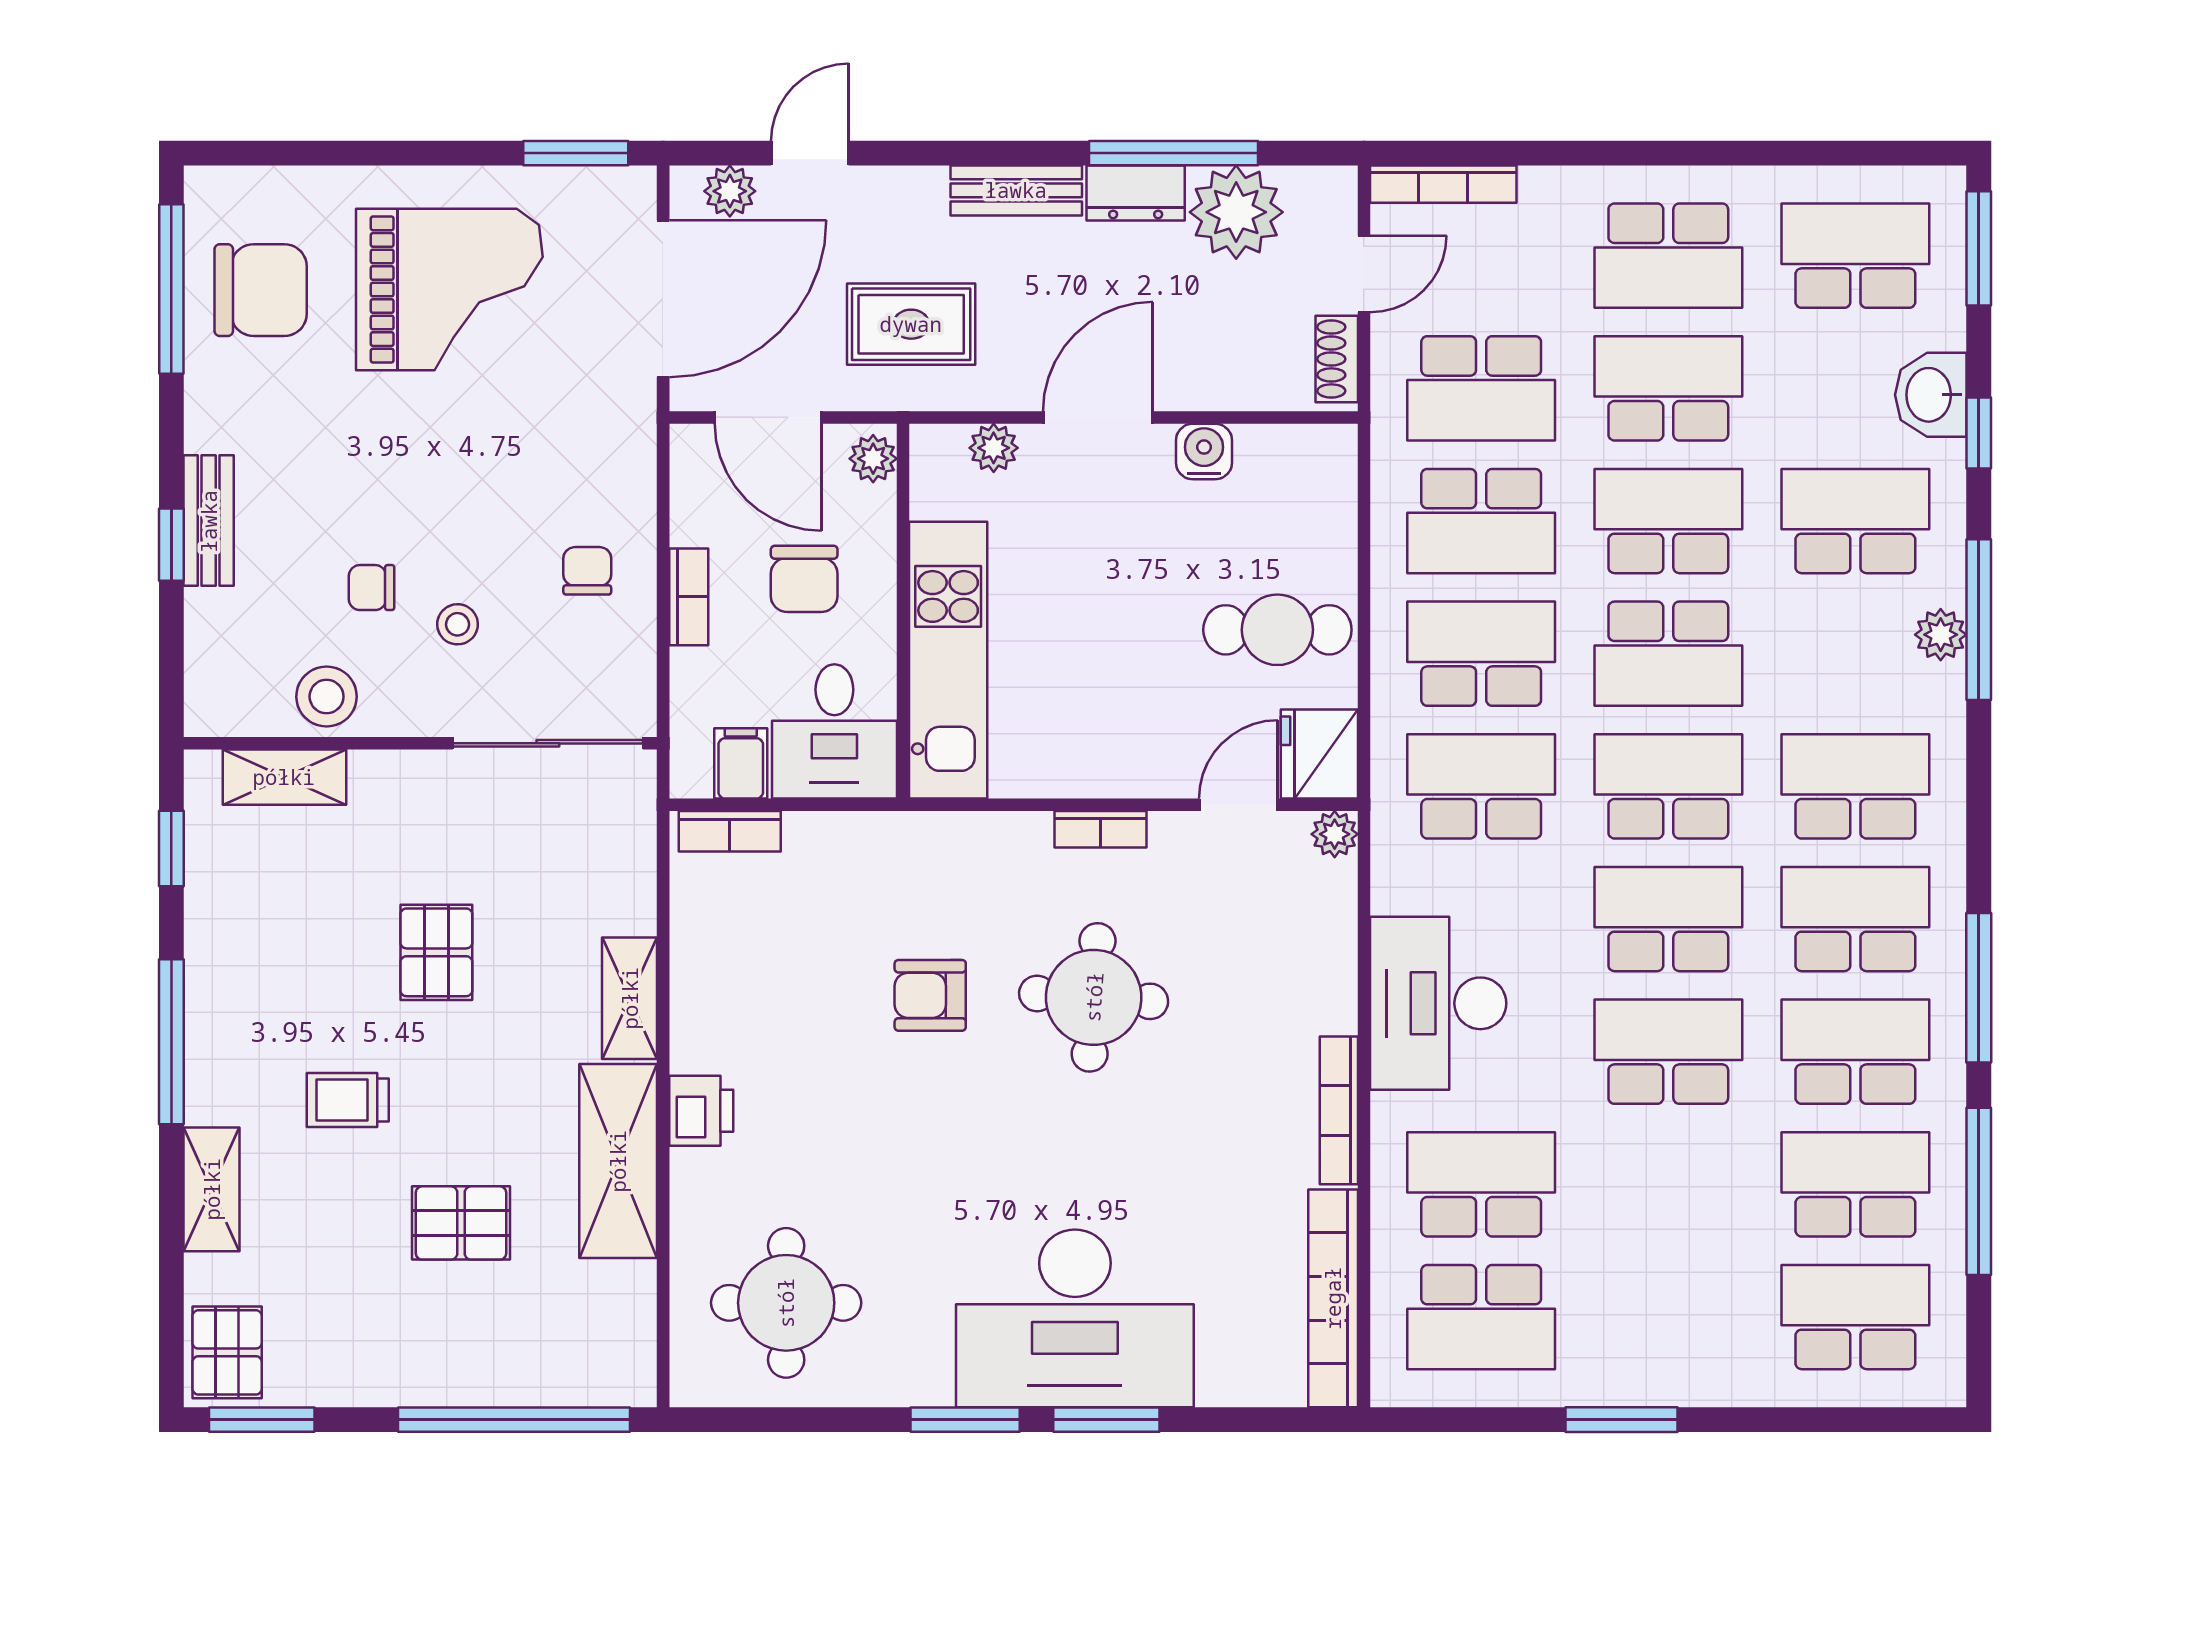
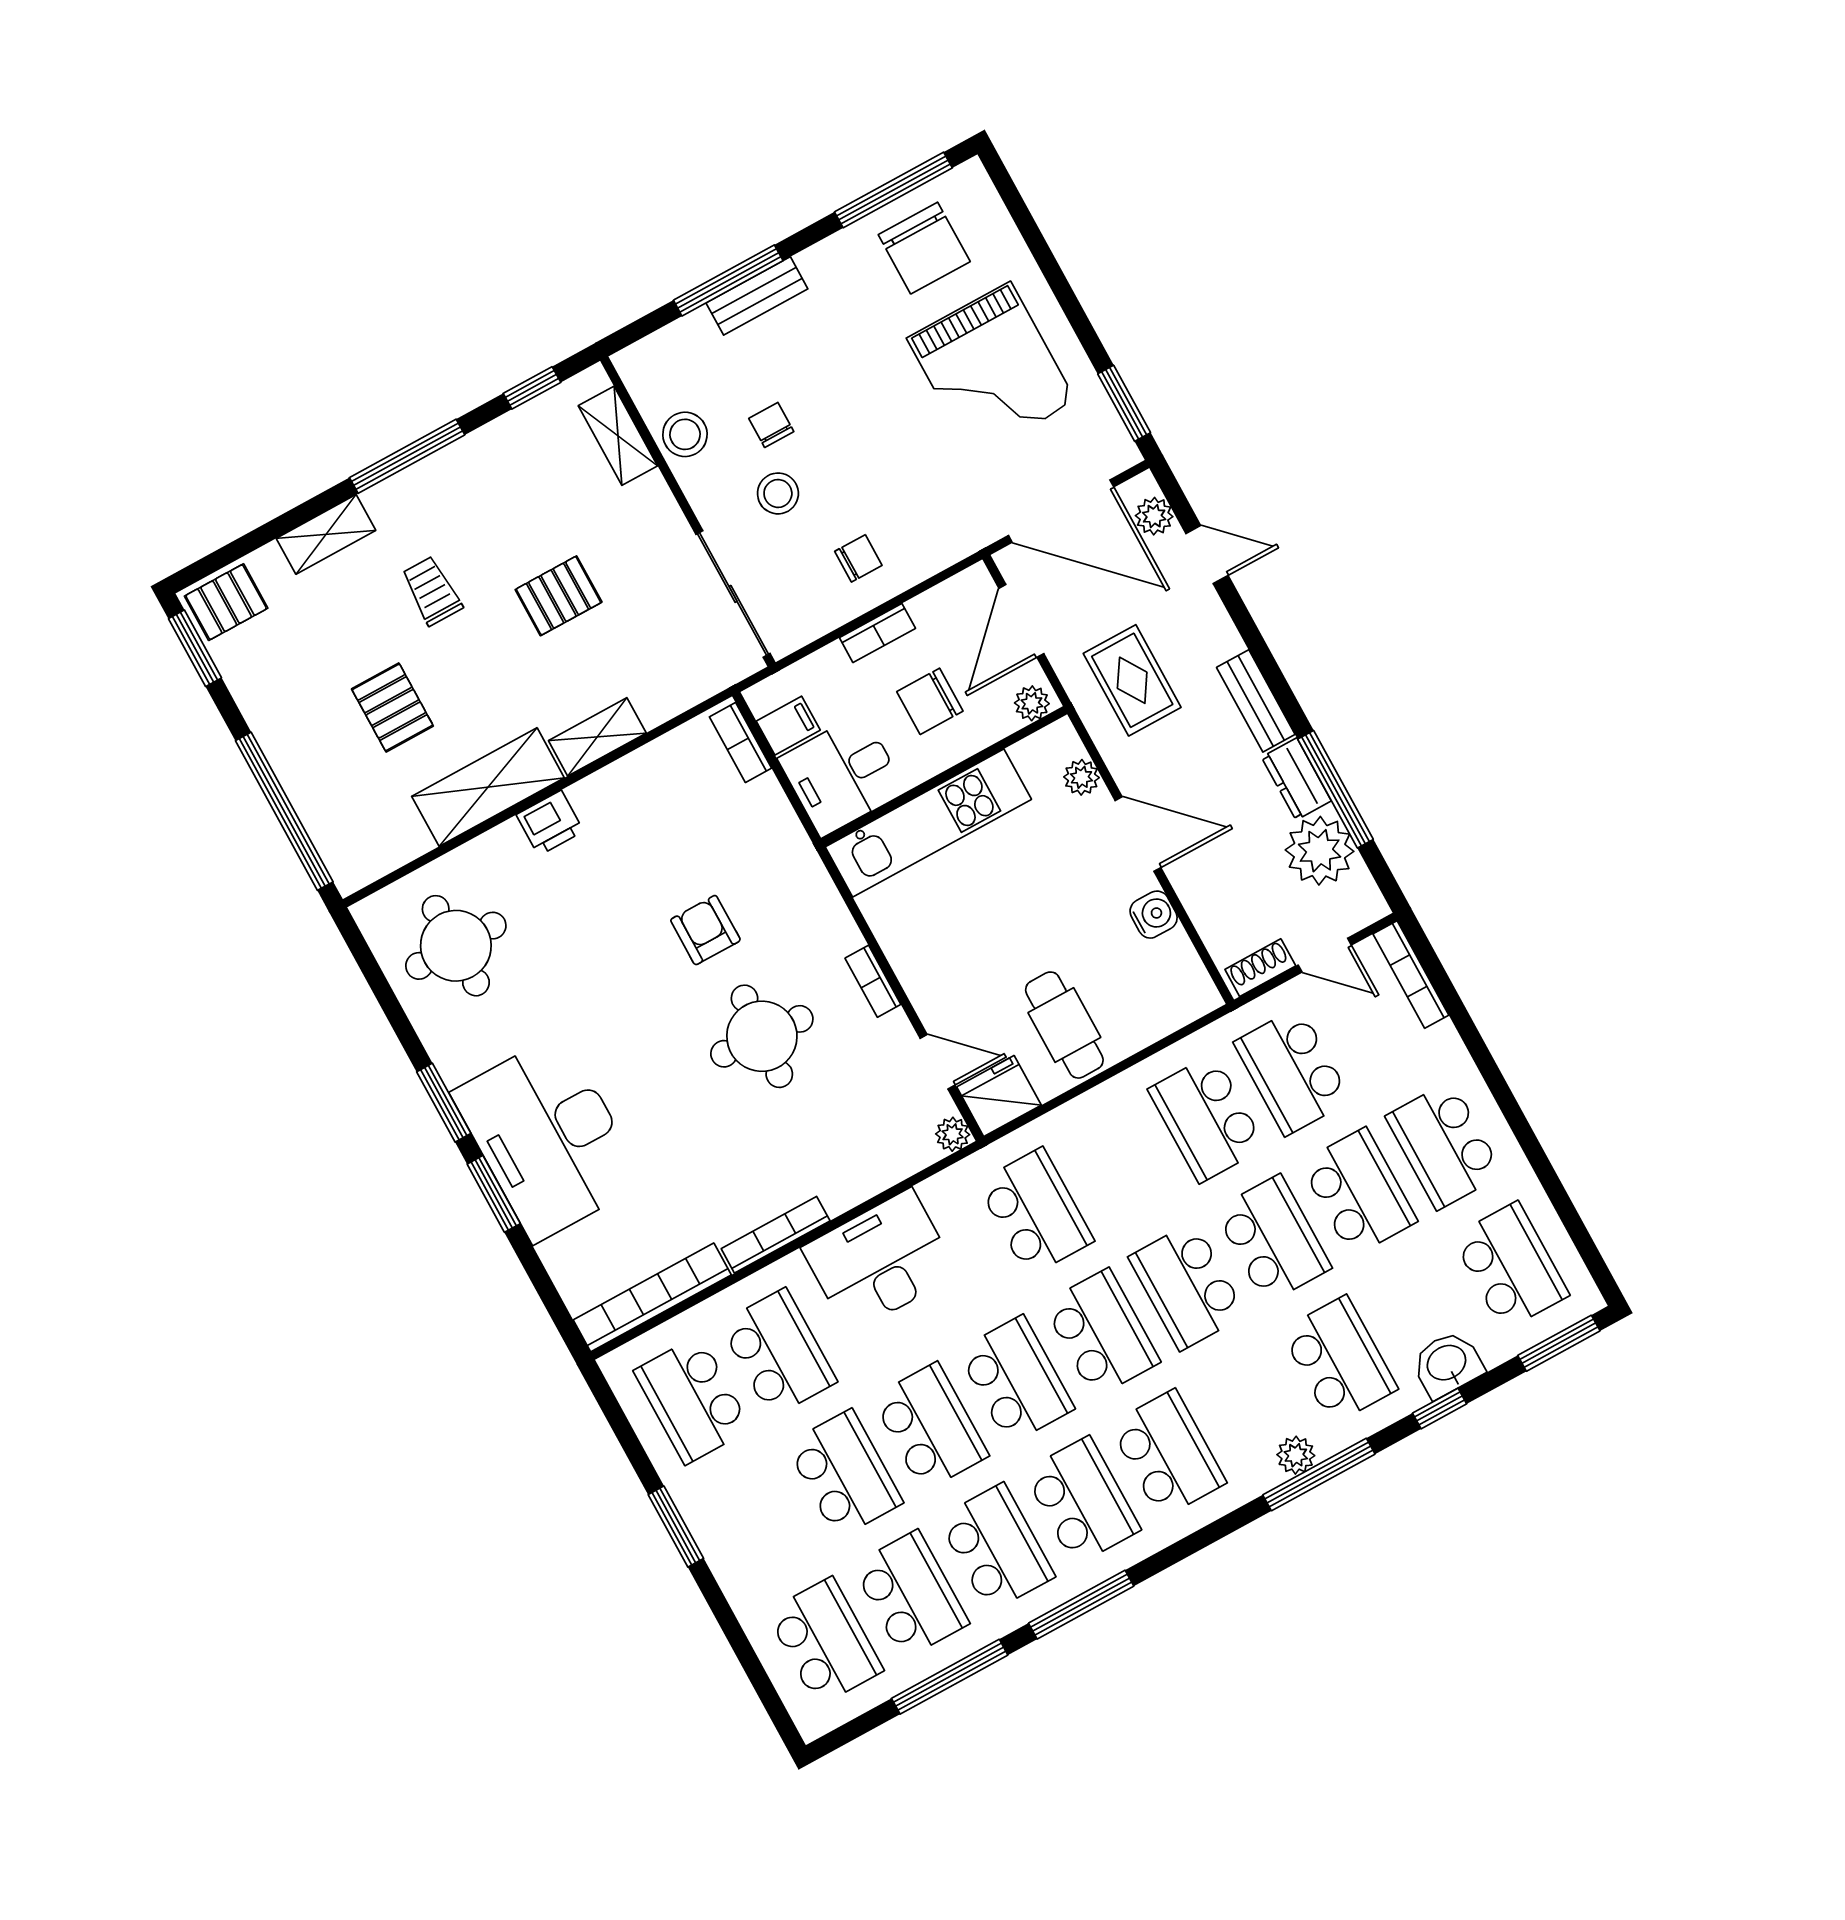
window: (171, 545) -> (728, 280), width x2.17
stool: (458, 624) -> (778, 493), width x1.37, depth x1.37
school desk: (1481, 654) -> (844, 1474), moved

